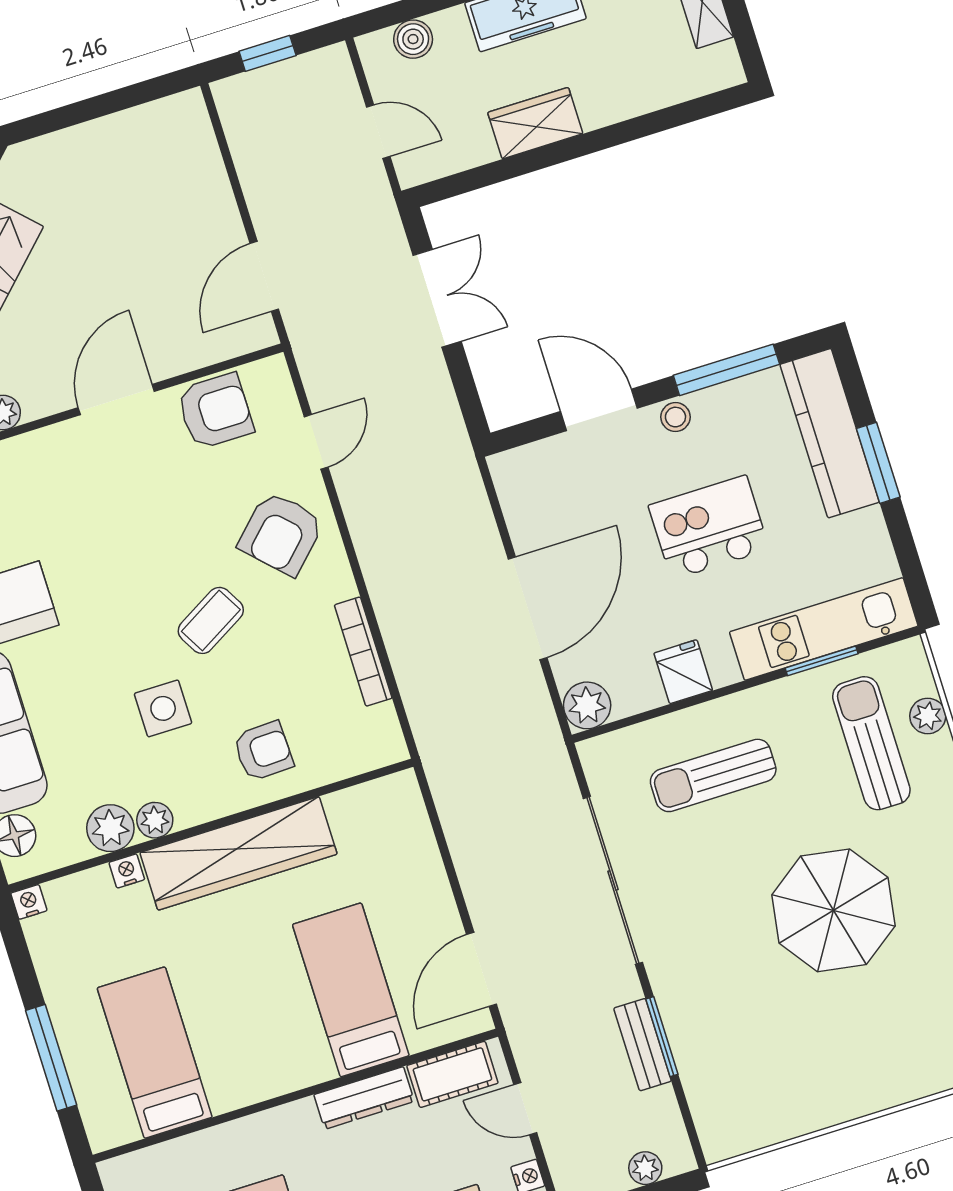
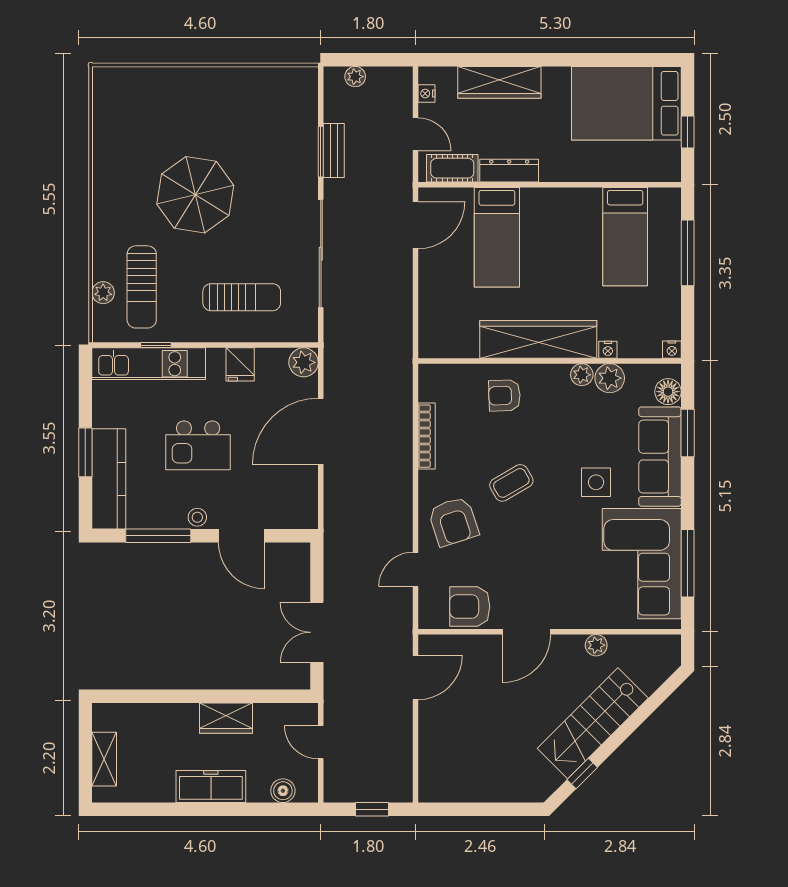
armchair: (281, 534) -> (453, 521), turned 117
window: (822, 661) -> (156, 345), width x0.67
side table: (163, 708) -> (596, 482), moved

